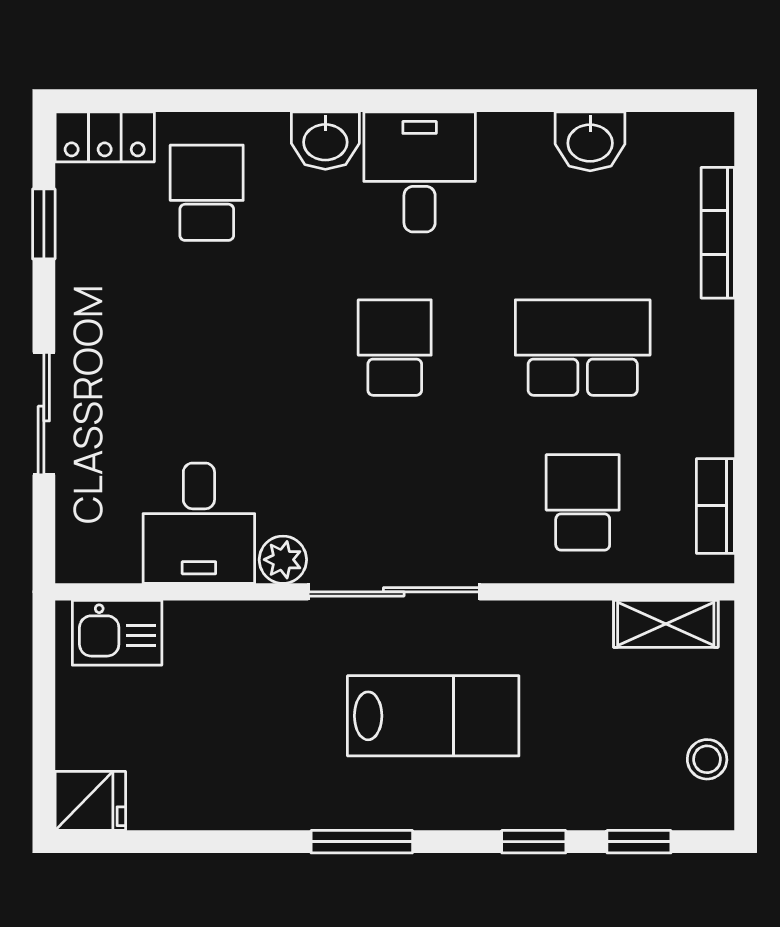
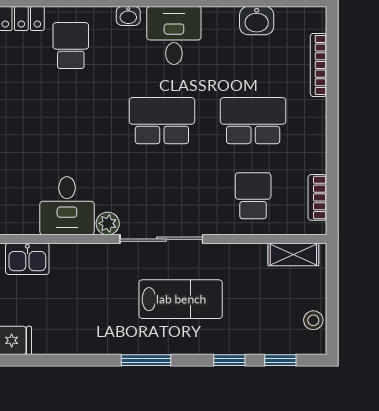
washbasin: (325, 141) -> (128, 16), width x0.72, depth x0.69
school desk: (395, 348) -> (162, 121), width x1.85

